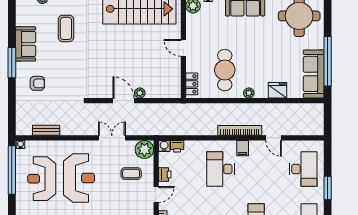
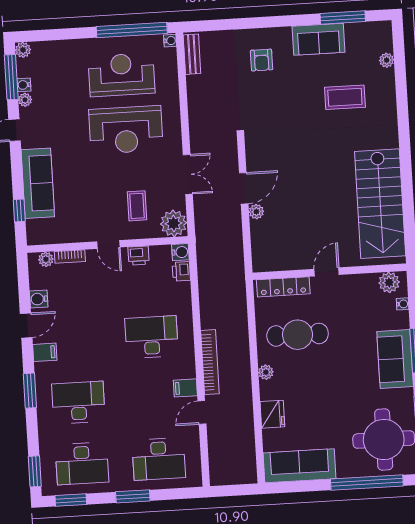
window: (328, 61) -> (367, 482), moved
window: (12, 63) -> (343, 18), moved
locker: (192, 84) -> (283, 287), width x1.53
bench: (46, 130) -> (192, 54), moved
filing cabinet: (243, 148) -> (185, 388), moved

